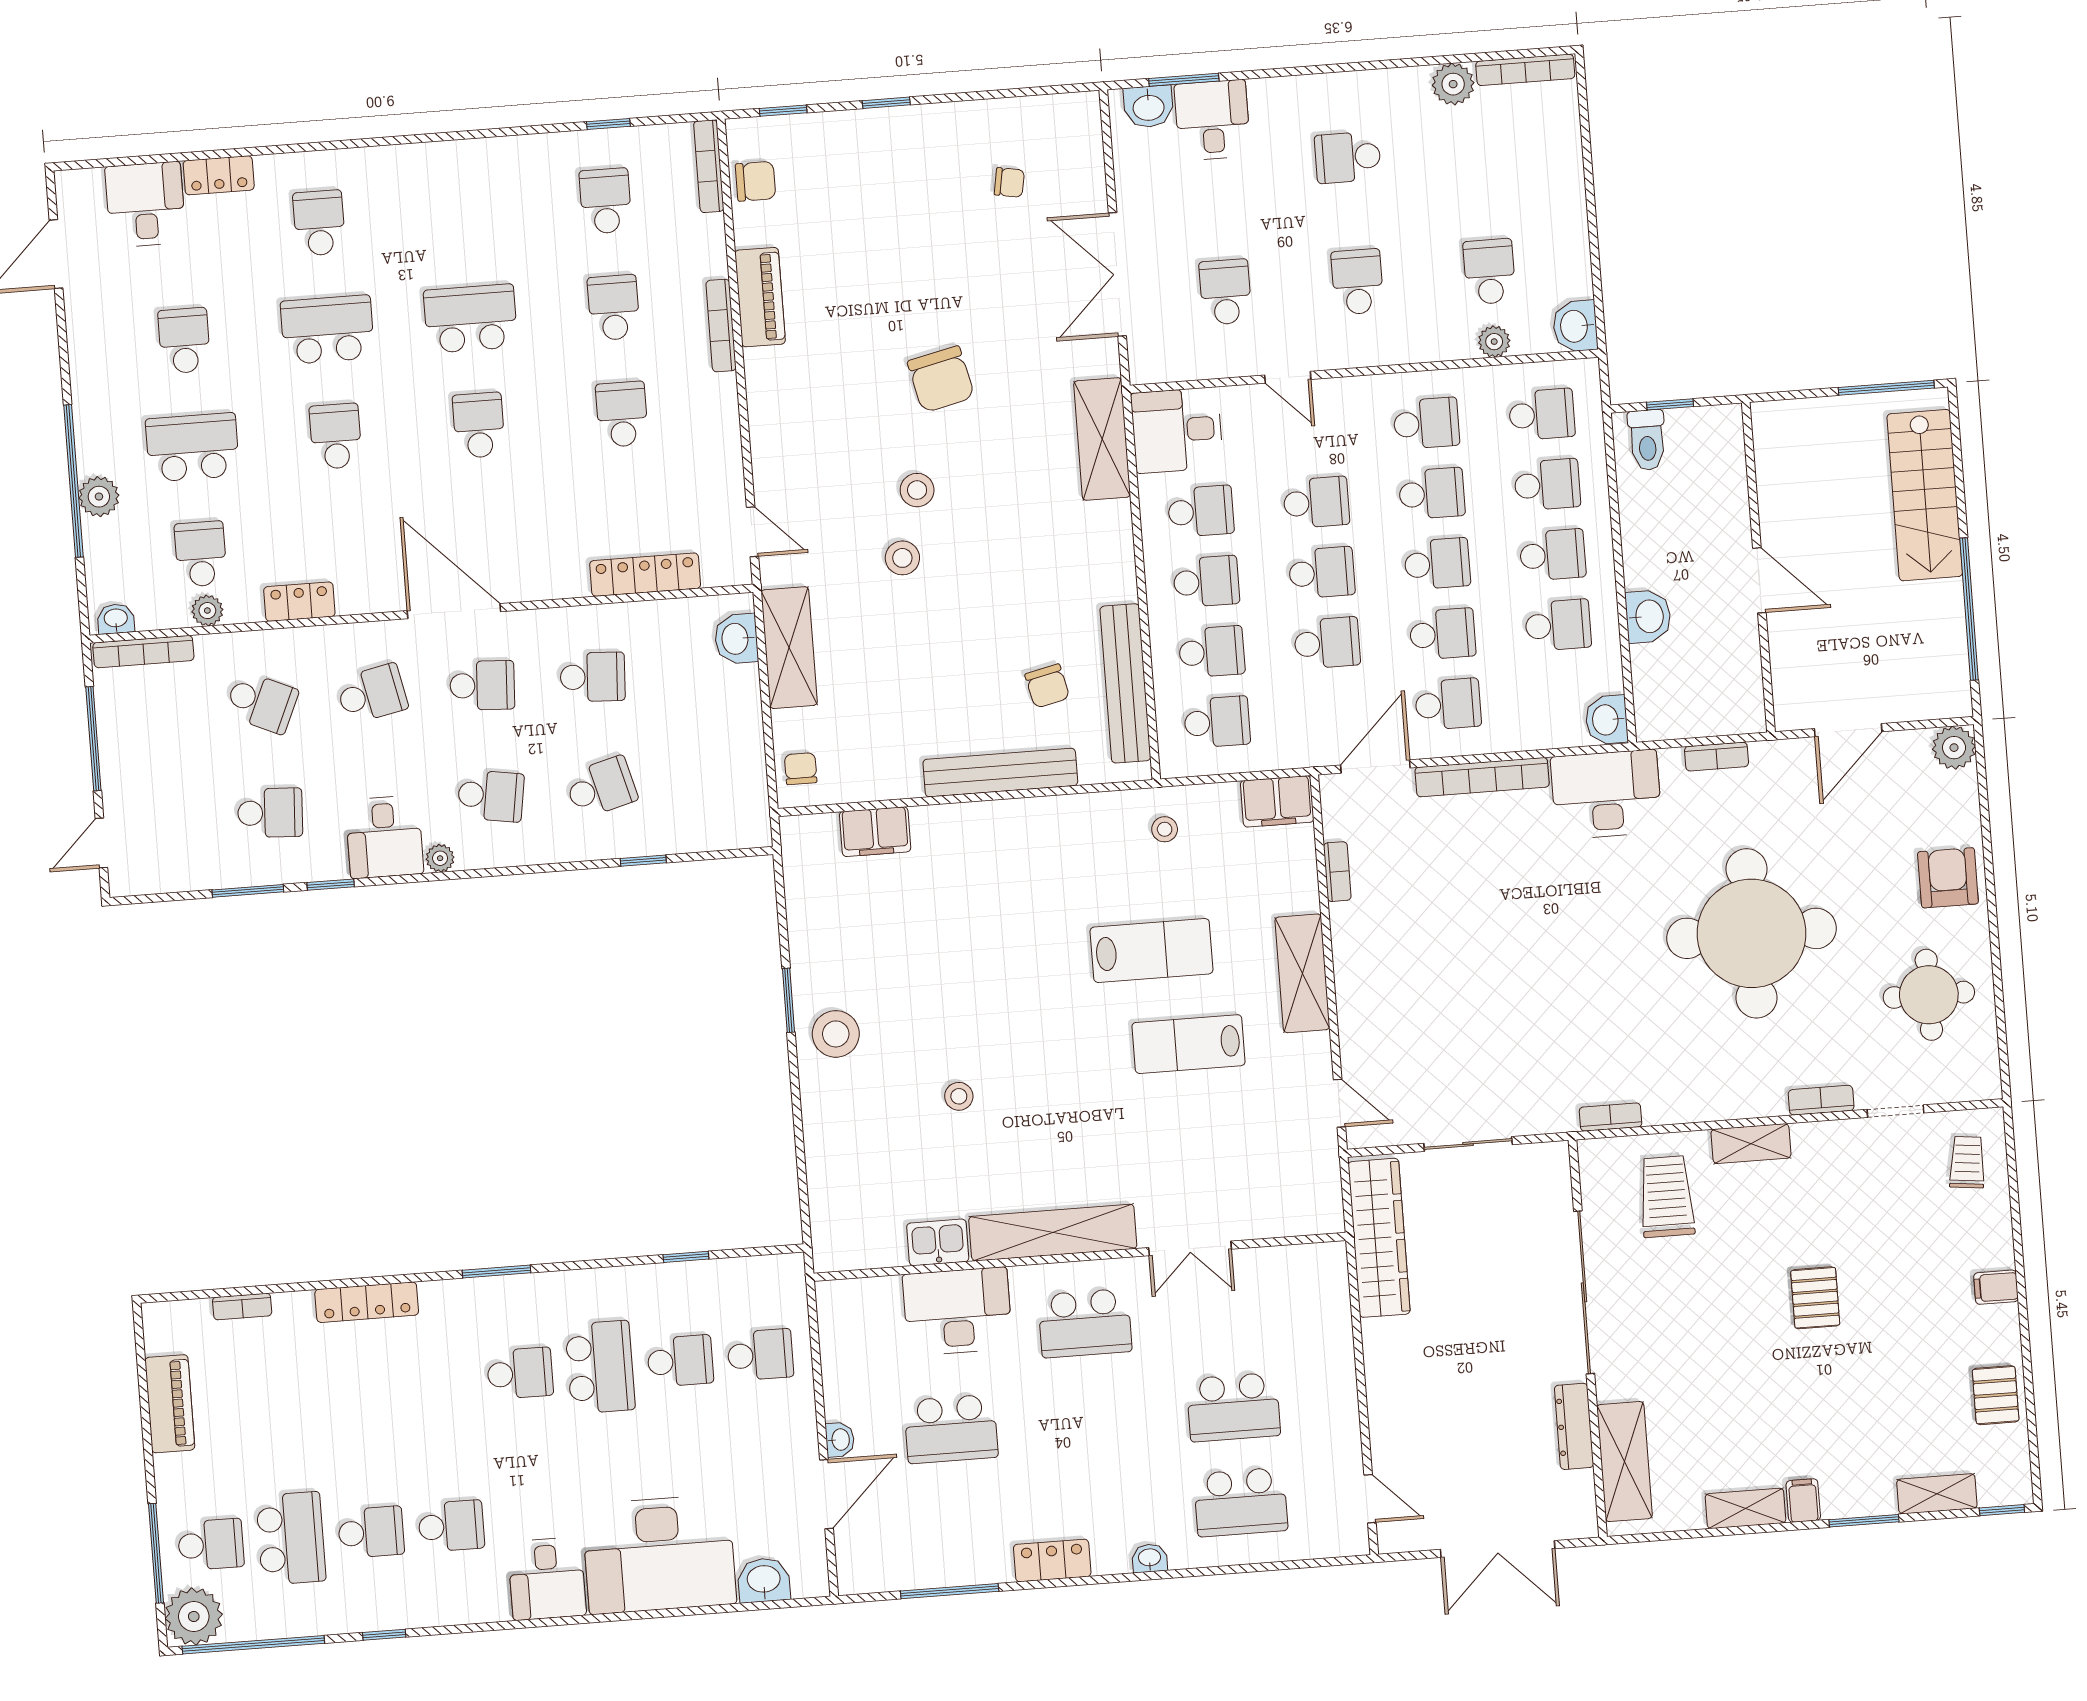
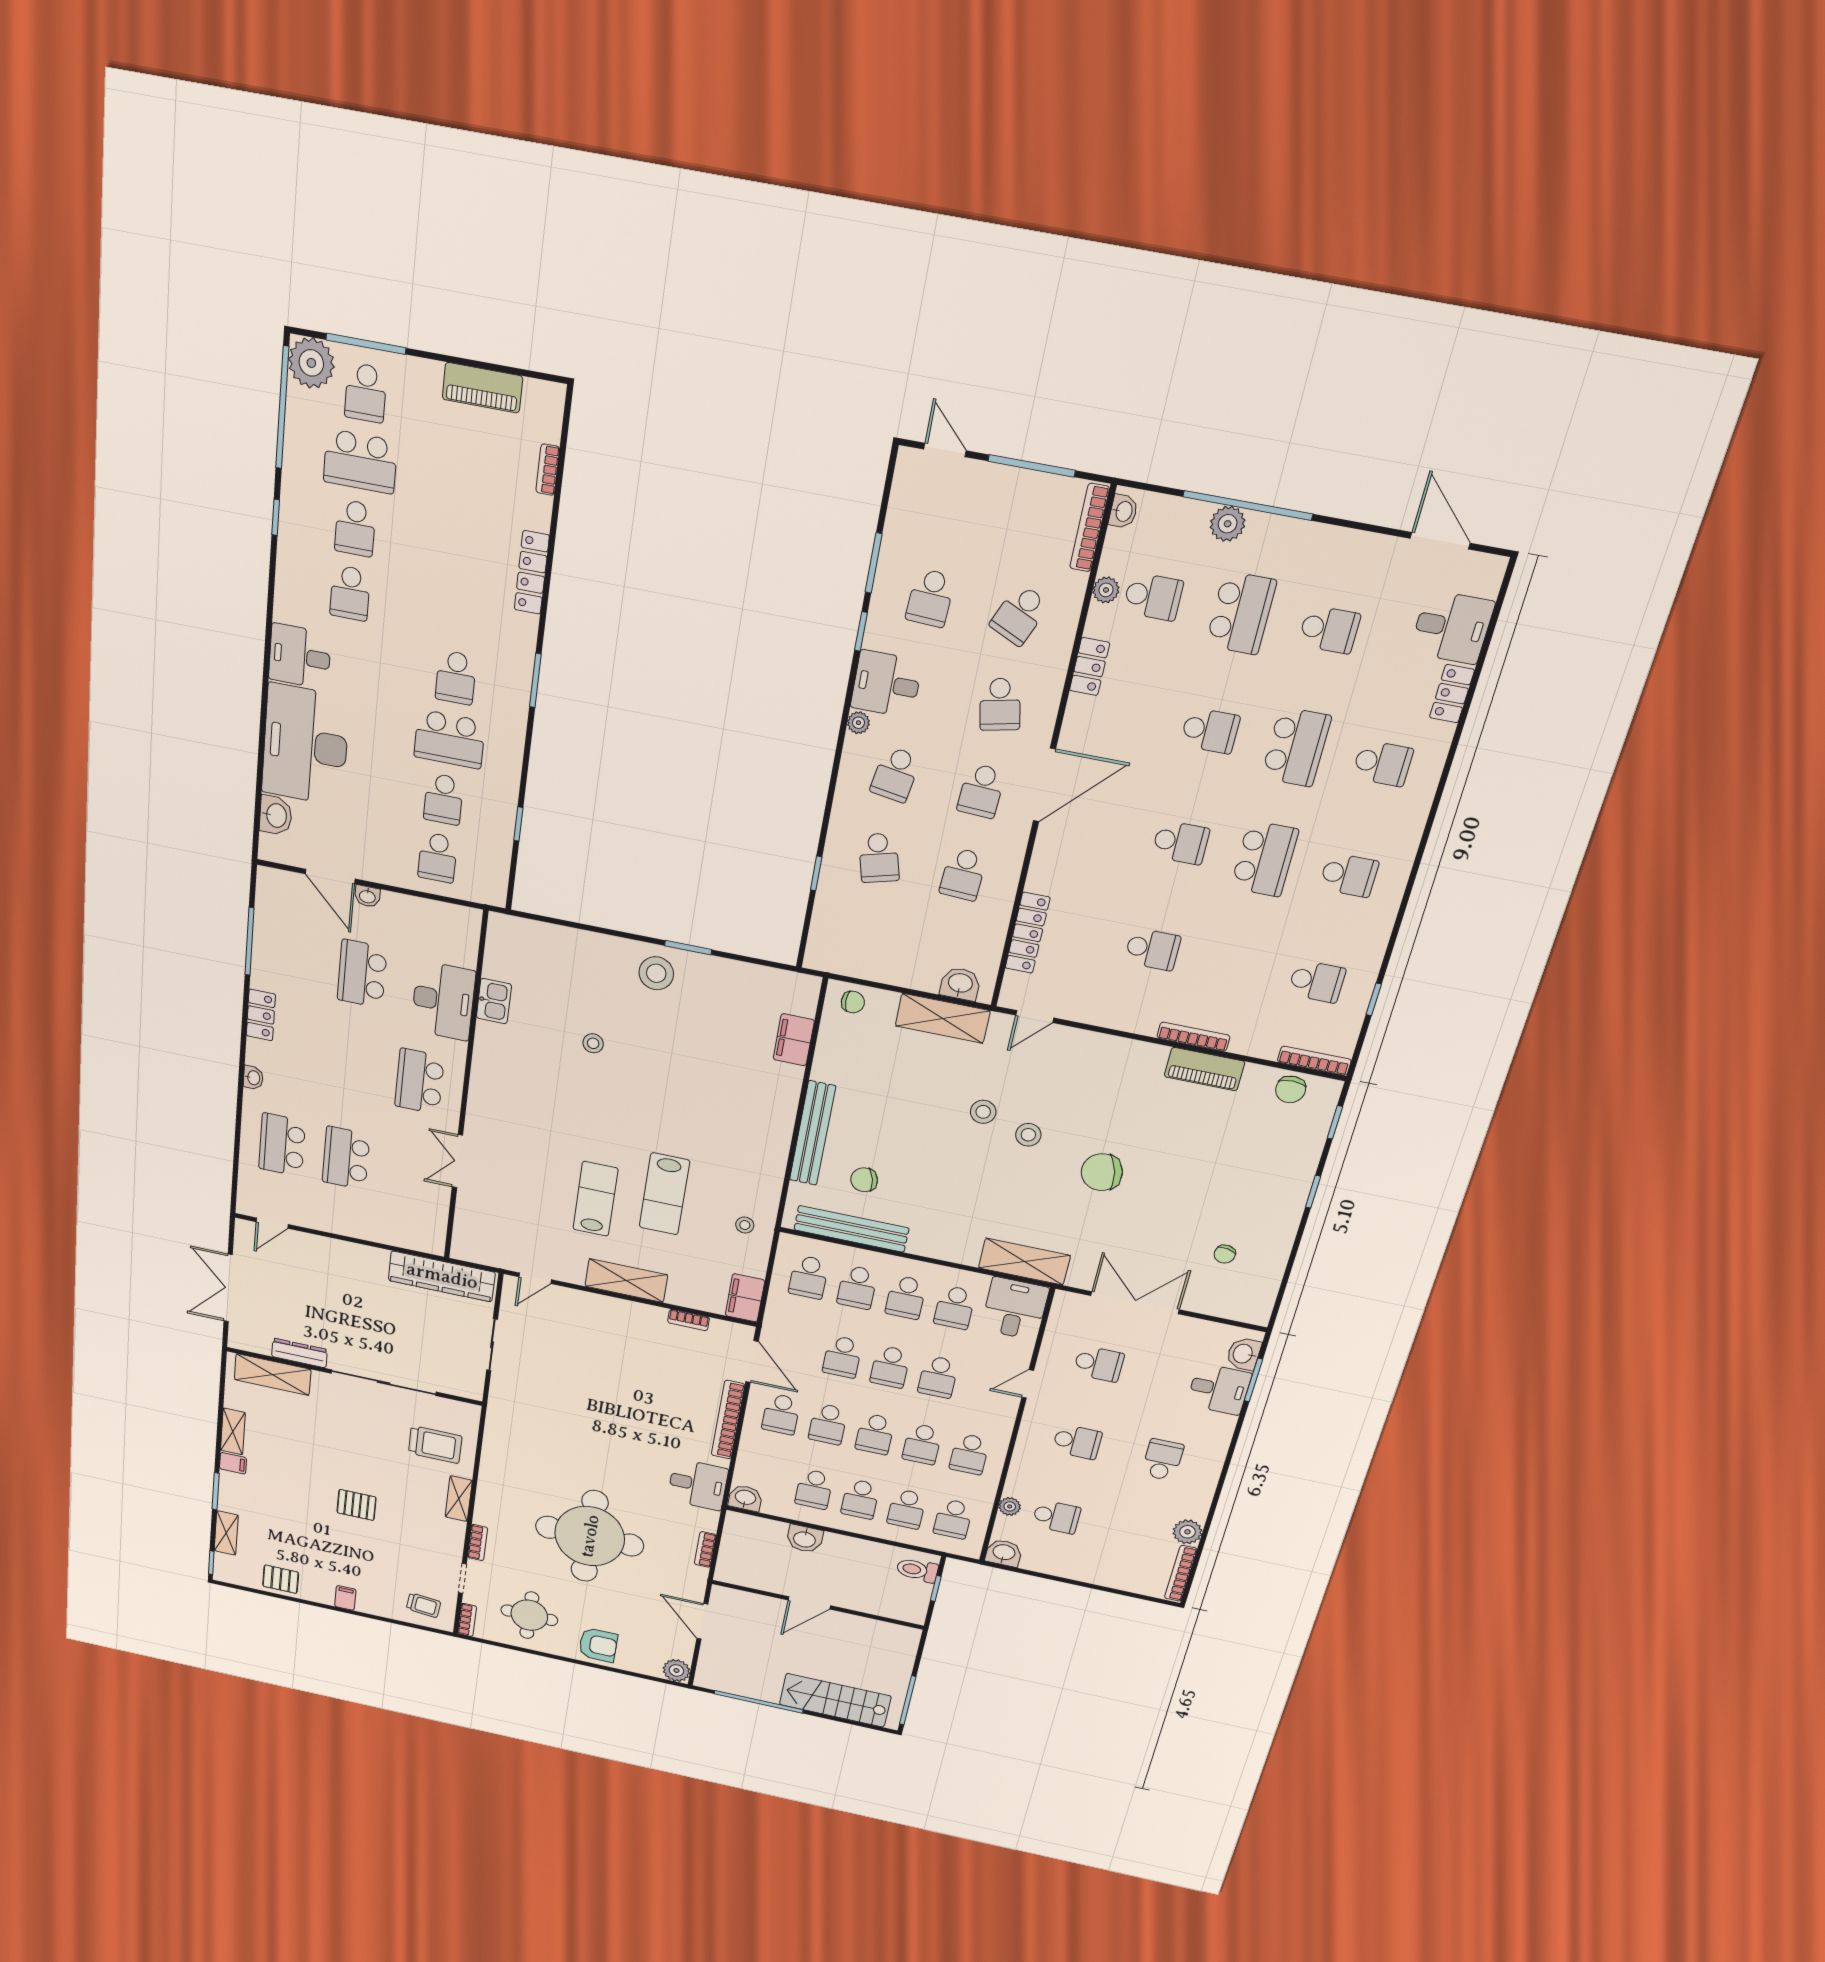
school desk: (614, 308) -> (1349, 875), moved
desk: (1606, 794) -> (698, 1484), width x0.73
bookcase: (1611, 1117) -> (467, 1620), moved
shelving: (1053, 1233) -> (486, 1078), removed

